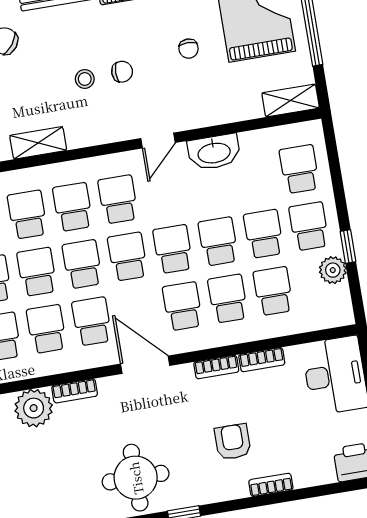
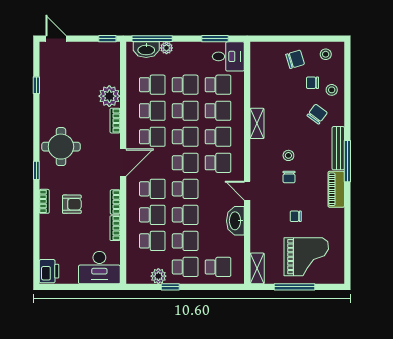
bookcase: (271, 485) -> (44, 201), moved

